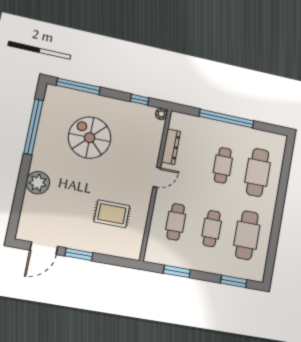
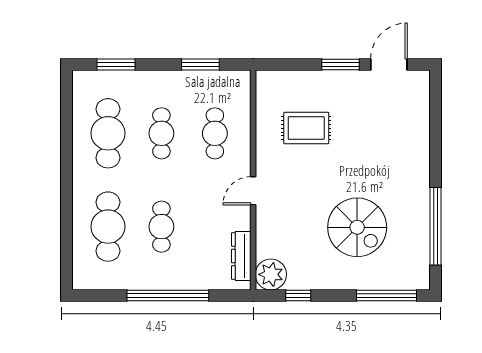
plant: (161, 114) -> (271, 274), width x1.87, depth x1.87
dresser: (171, 147) -> (241, 256), moved
plant: (38, 183) -> (414, 151), removed

